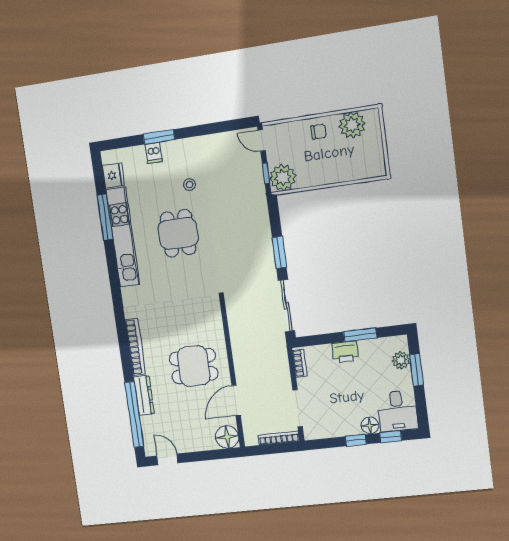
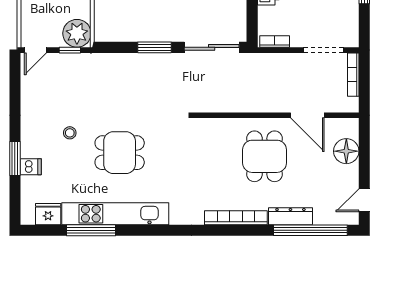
floor lamp: (227, 437) -> (346, 151), moved

